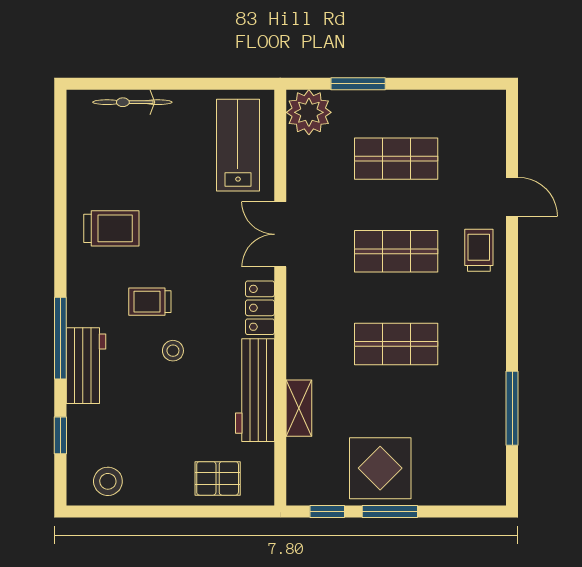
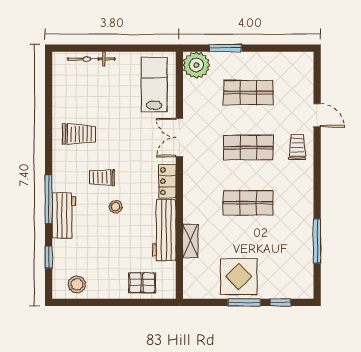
window: (327, 512) -> (280, 302), moved

